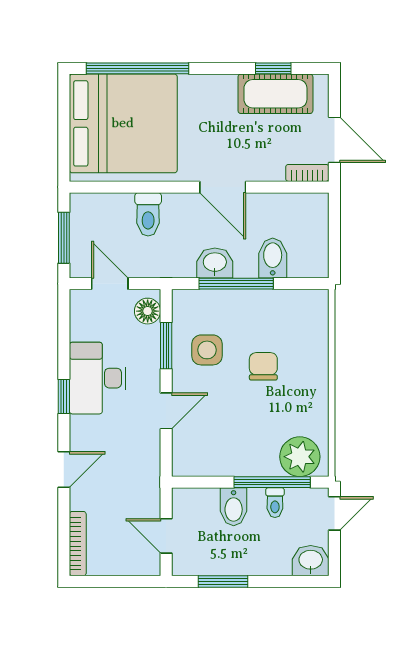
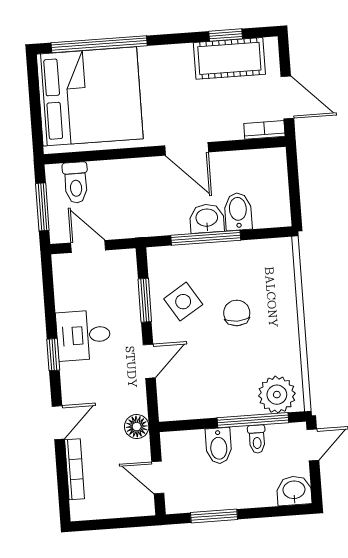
toilet: (148, 214) -> (76, 183), moved
washbasin: (215, 263) -> (207, 218), moved
floor lamp: (148, 311) -> (137, 427), moved
side table: (207, 350) -> (183, 302), turned -32
desk: (98, 378) -> (83, 335), width x0.73
bookcase: (78, 544) -> (75, 469), moved

